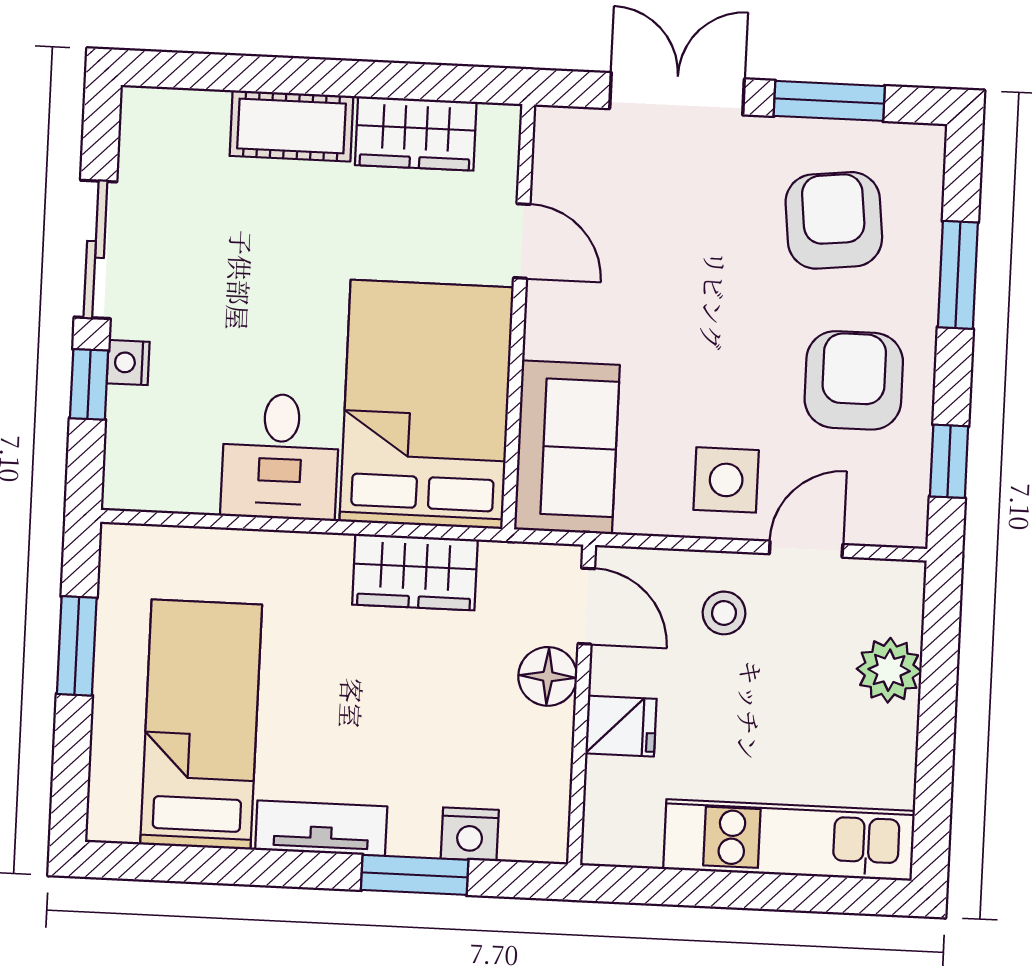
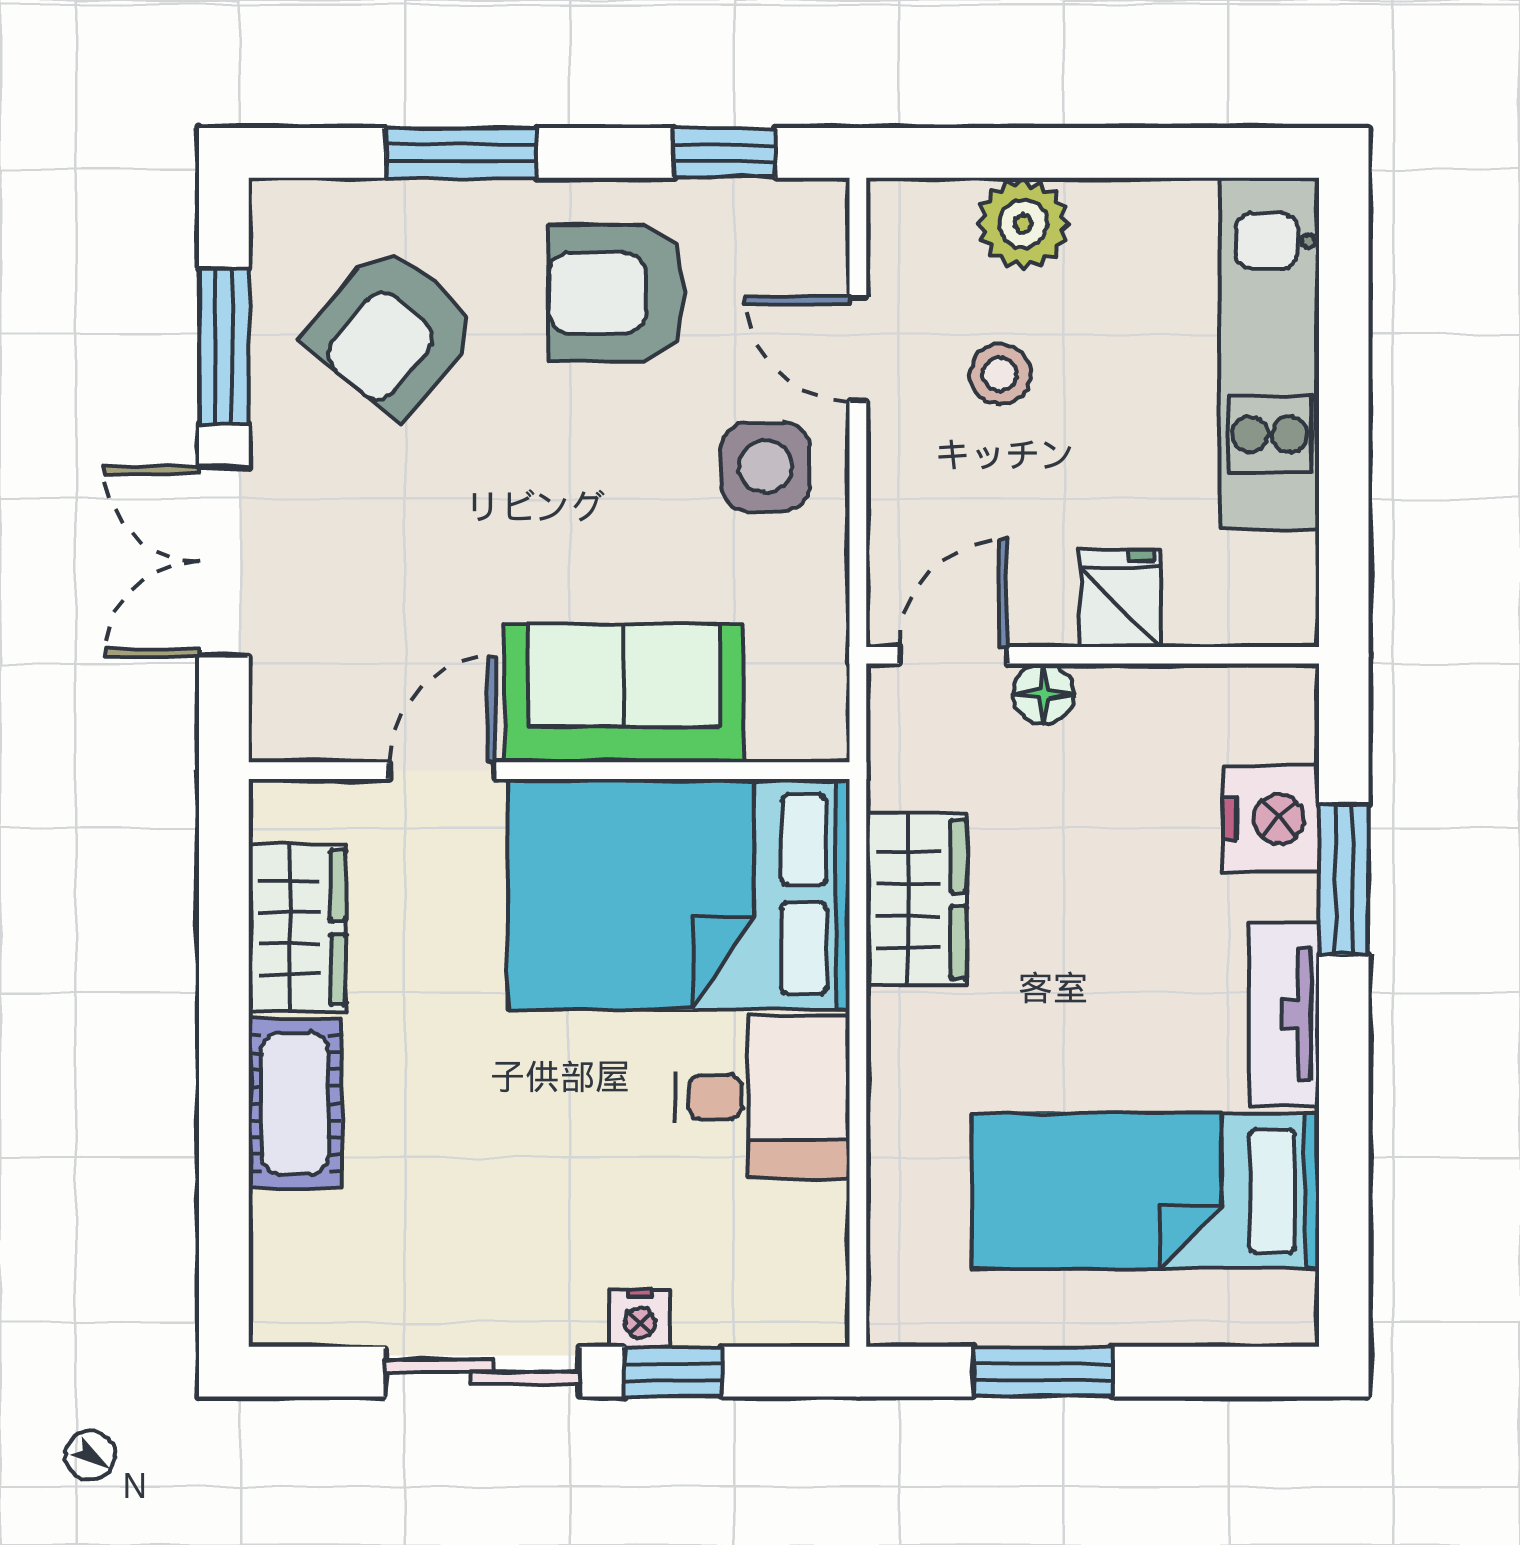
armchair: (834, 220) -> (392, 332), turned -44
sofa: (567, 447) -> (624, 693), moved
stool: (724, 613) -> (1000, 374), moved
floor lamp: (548, 676) -> (1044, 694), width x0.73, depth x0.73
nightstand: (470, 834) -> (1271, 819), width x1.36, depth x1.33

